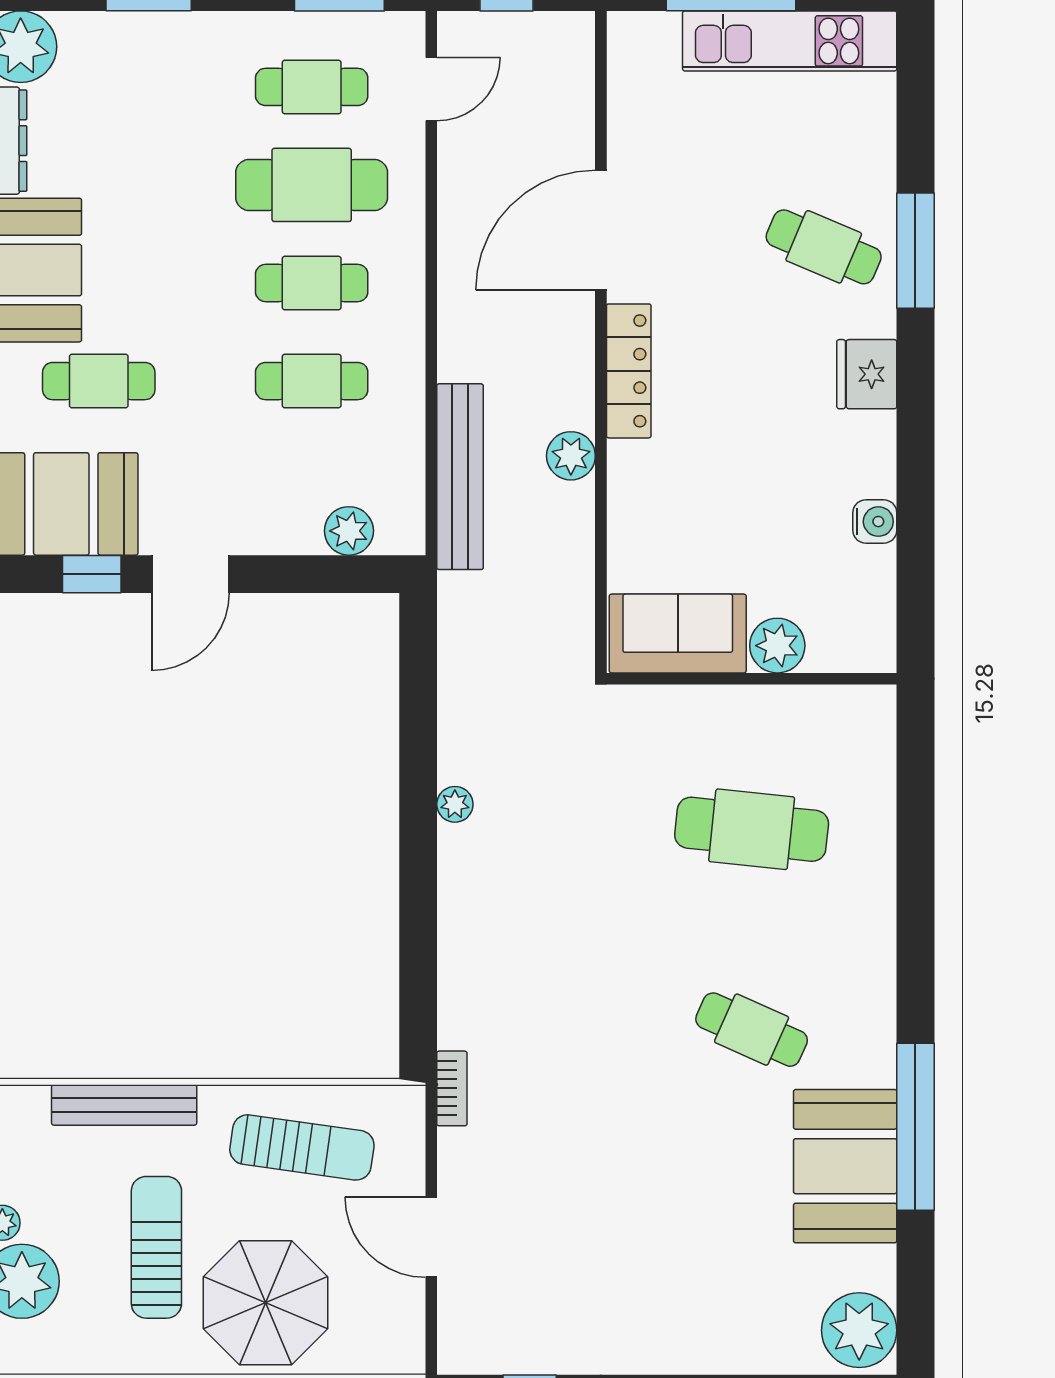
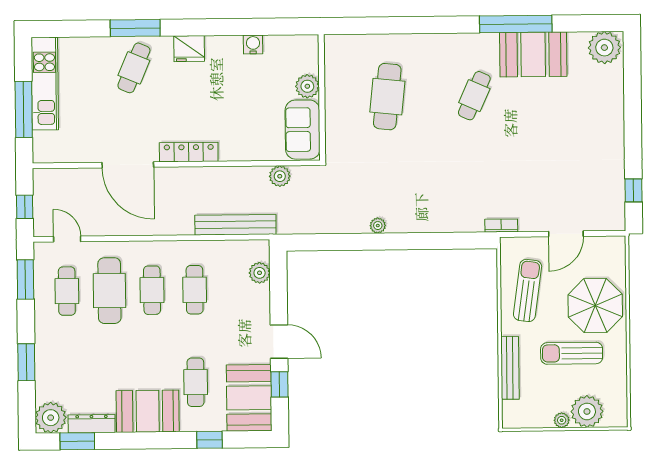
plant: (571, 456) -> (280, 176), moved

